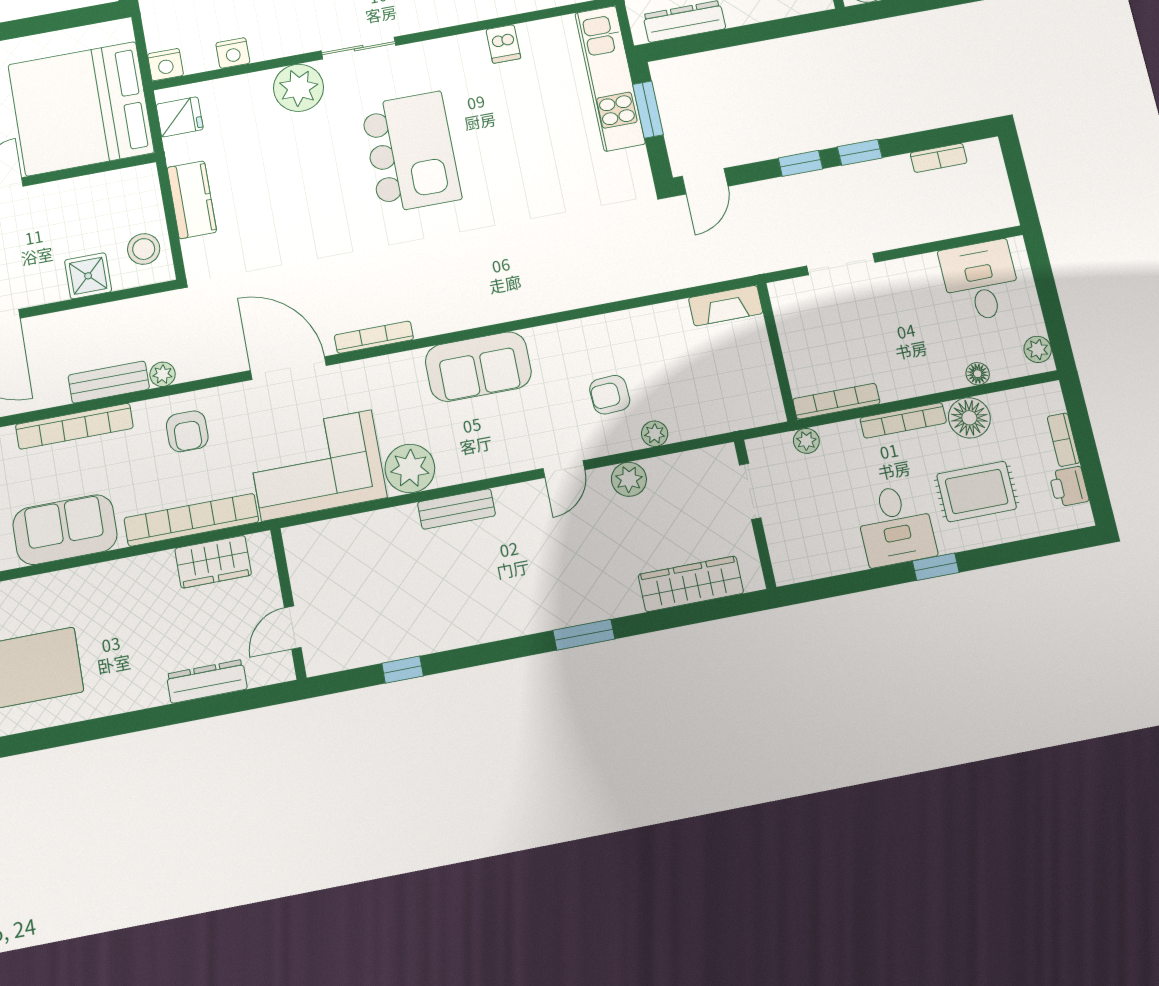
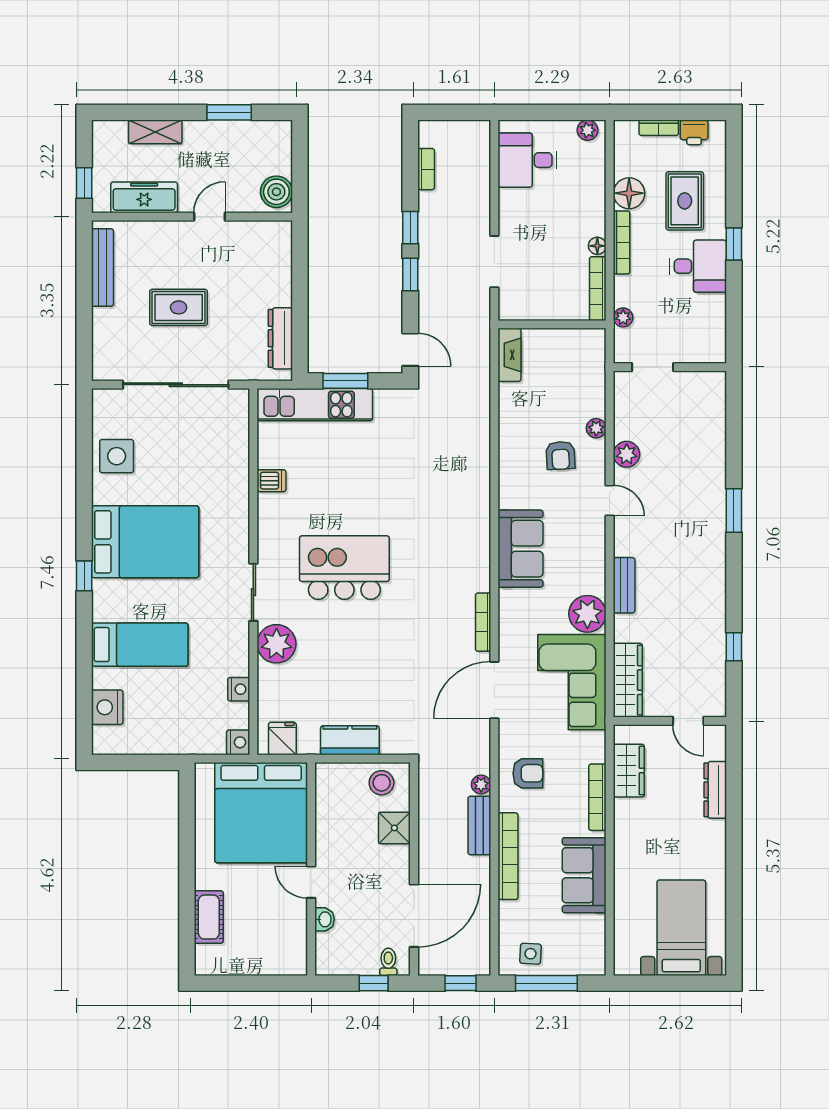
floor lamp: (978, 374) -> (597, 246), moved
bookcase: (191, 520) -> (597, 797), width x0.68, depth x0.76
wardrobe: (691, 584) -> (628, 680), moved, turned 180

